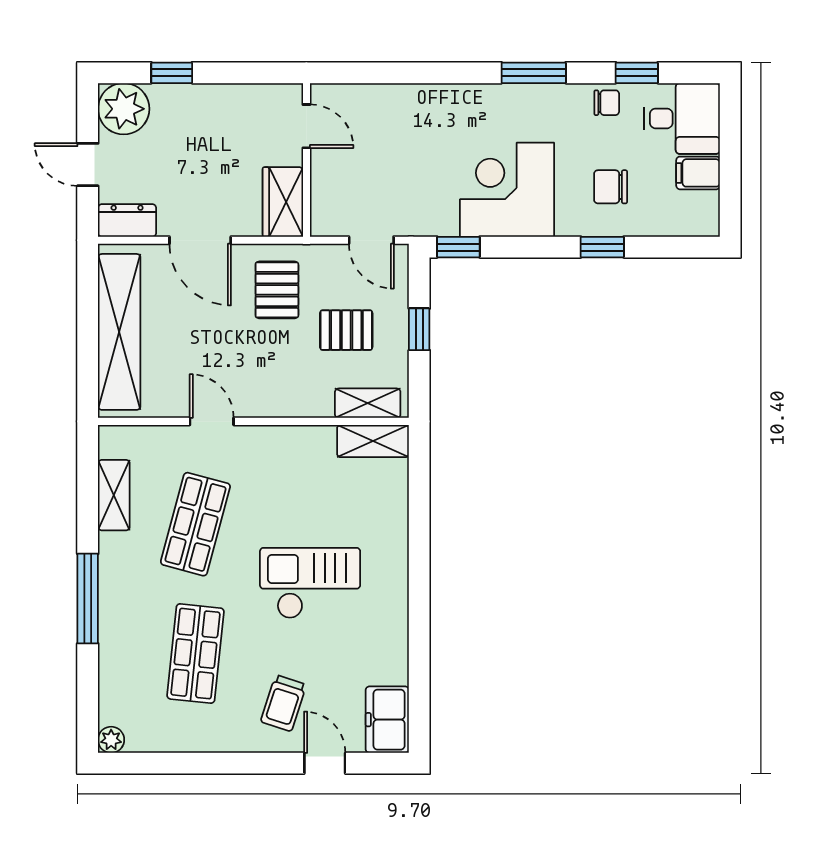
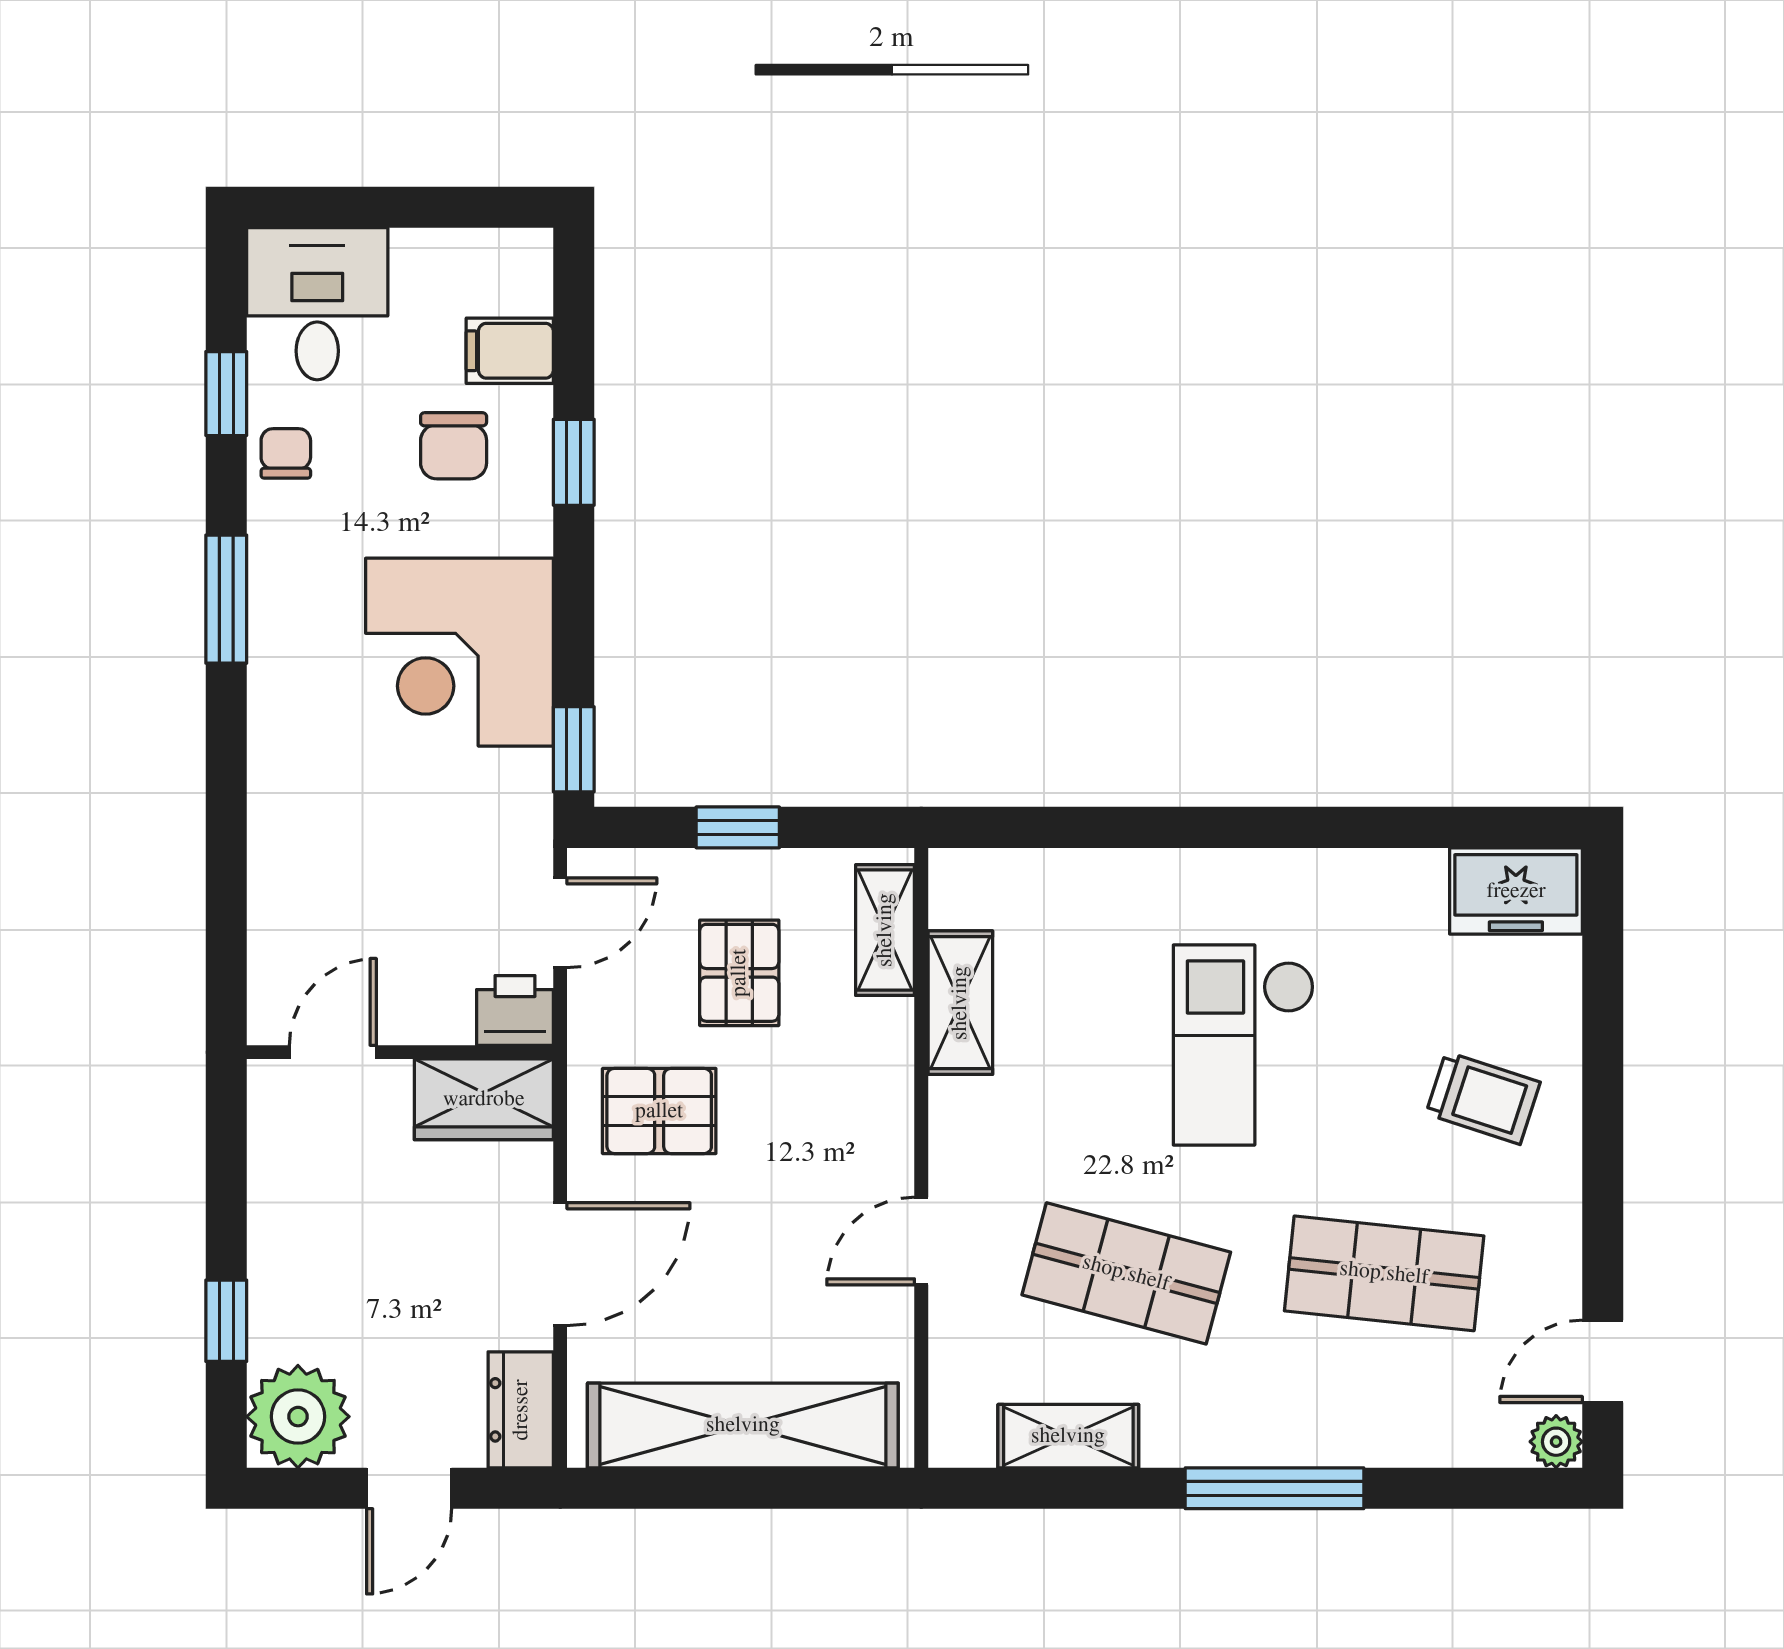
filing cabinet: (698, 173) -> (510, 351), moved, turned 90
printer: (327, 218) -> (515, 1010), added
shelving: (373, 441) -> (960, 1003), moved
door: (325, 763) -> (1603, 1361), moved

